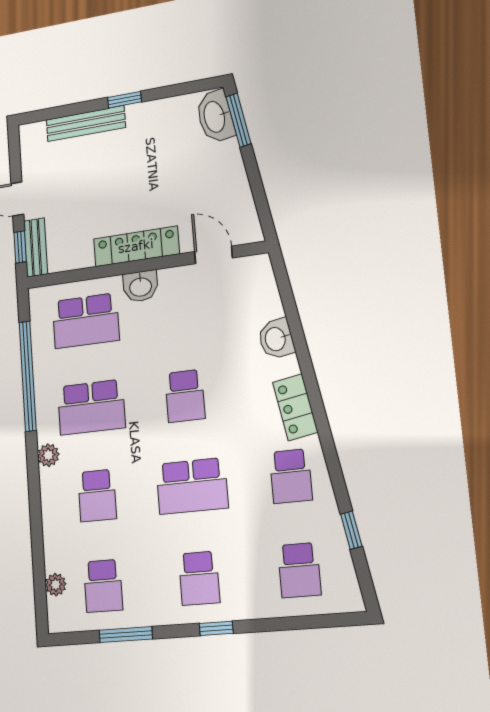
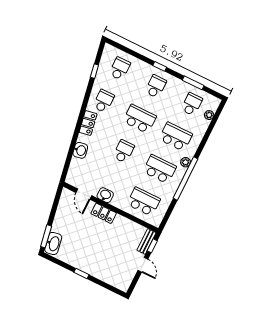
bench: (86, 124) -> (101, 275), removed
locker: (136, 246) -> (104, 213), width x0.66
washbasin: (140, 286) -> (105, 195), moved
window: (28, 376) -> (186, 179), moved
school desk: (97, 496) -> (176, 137), width x1.85

